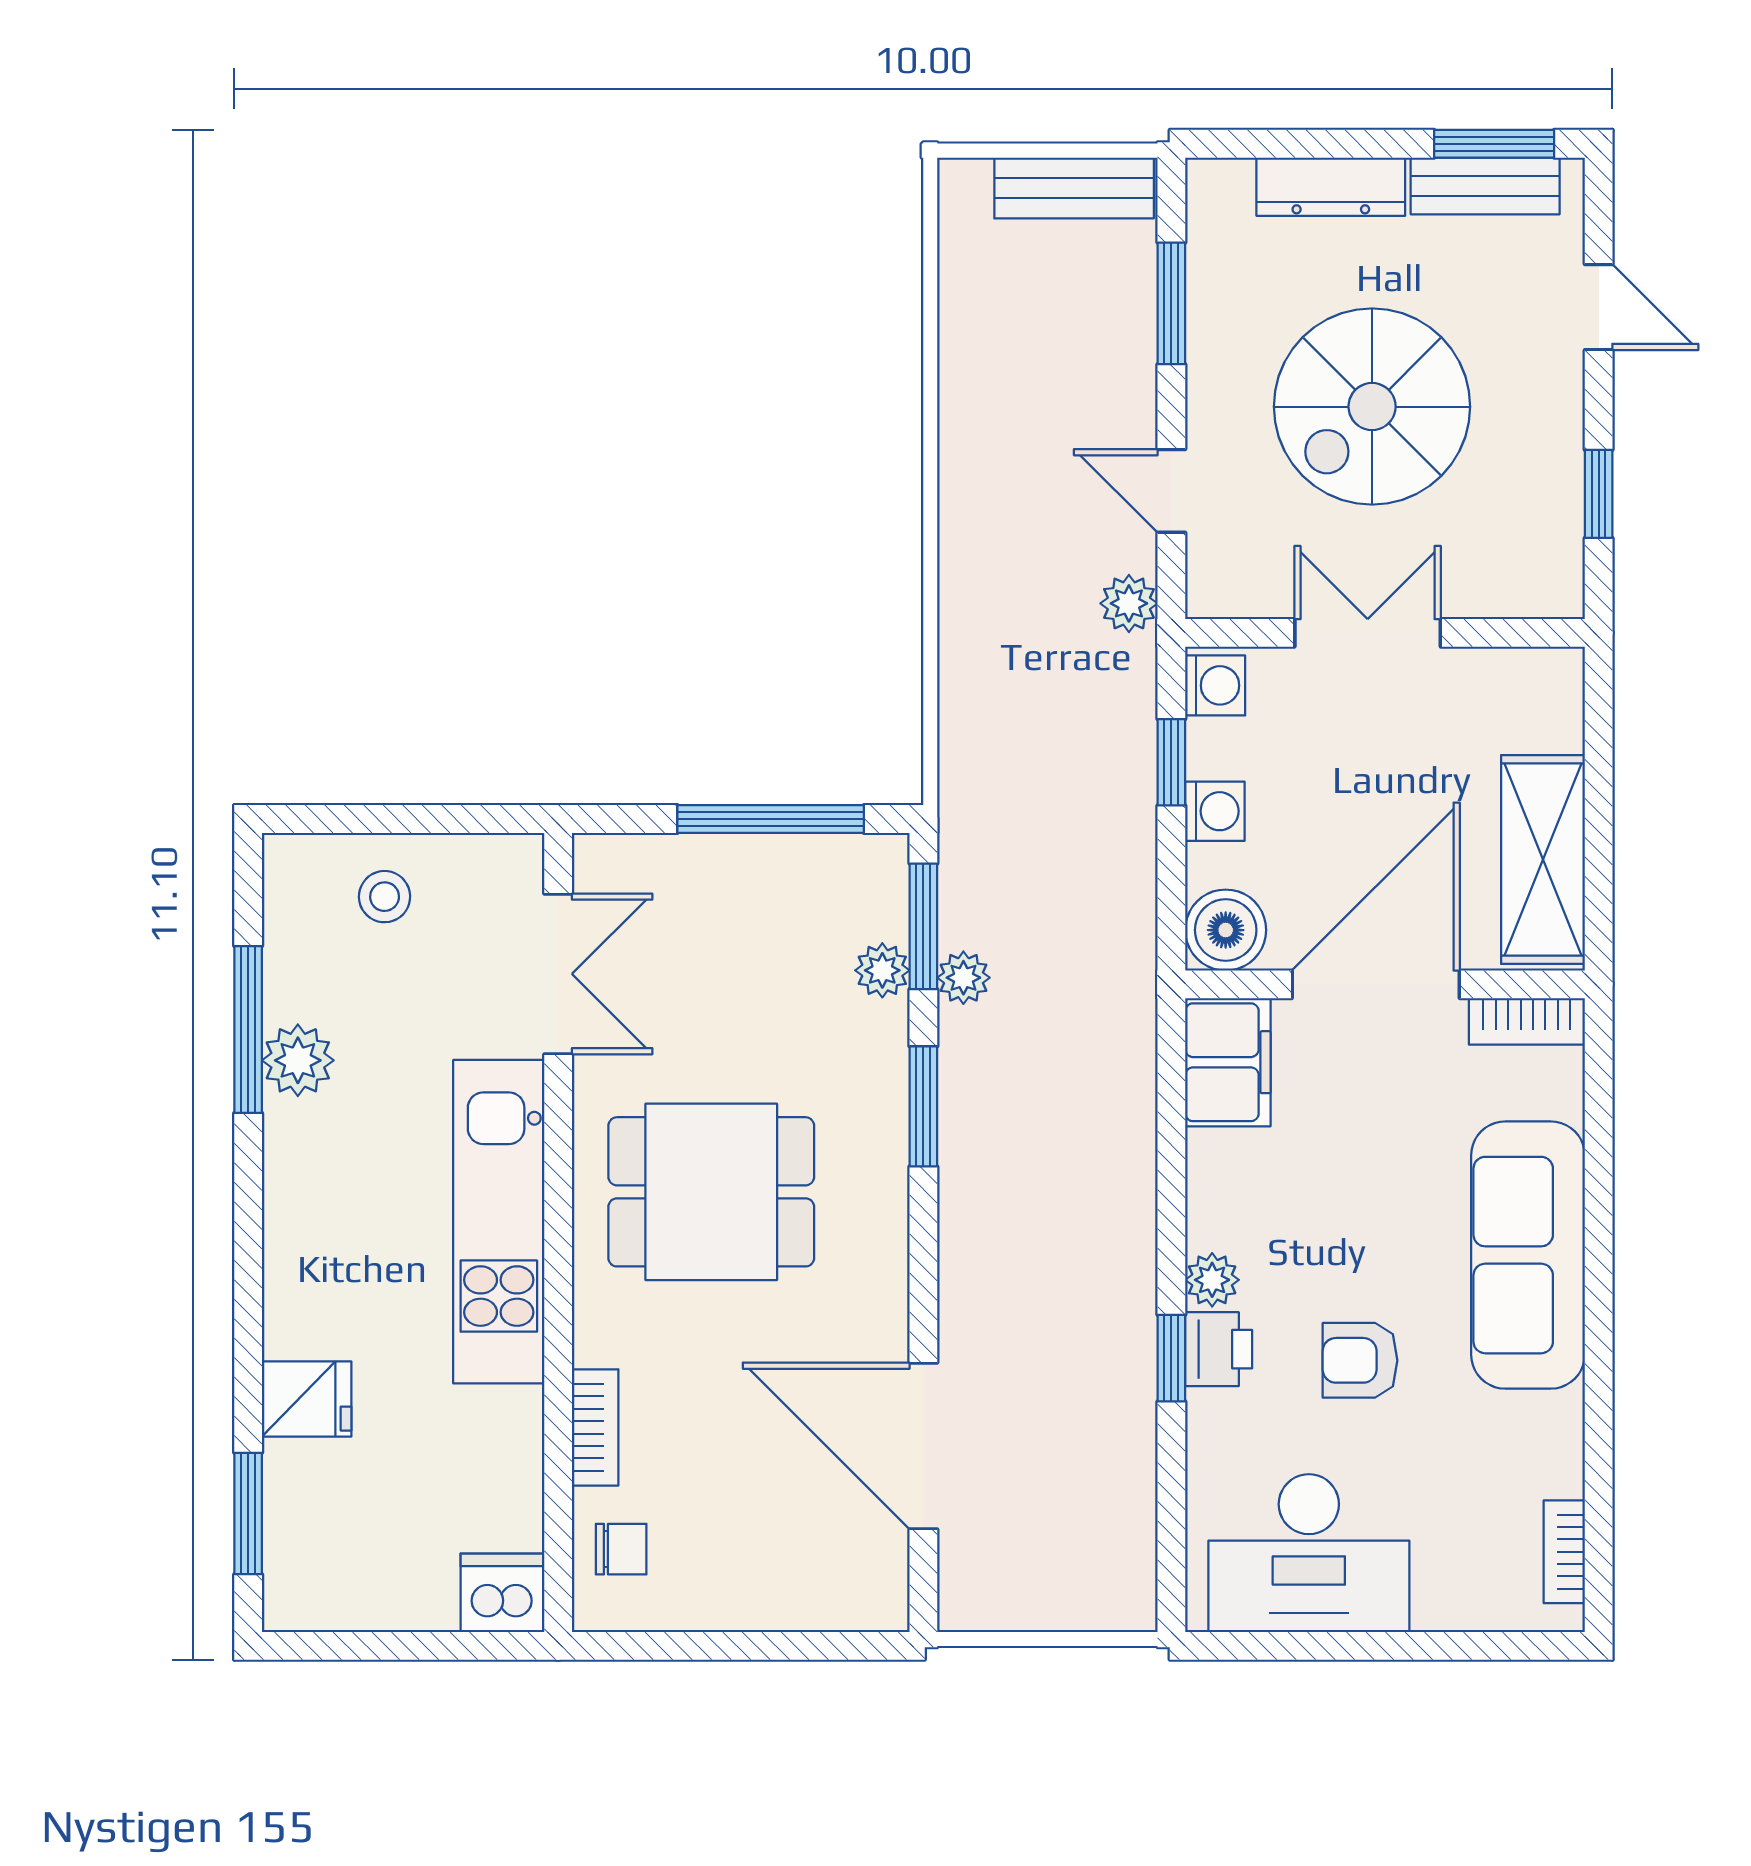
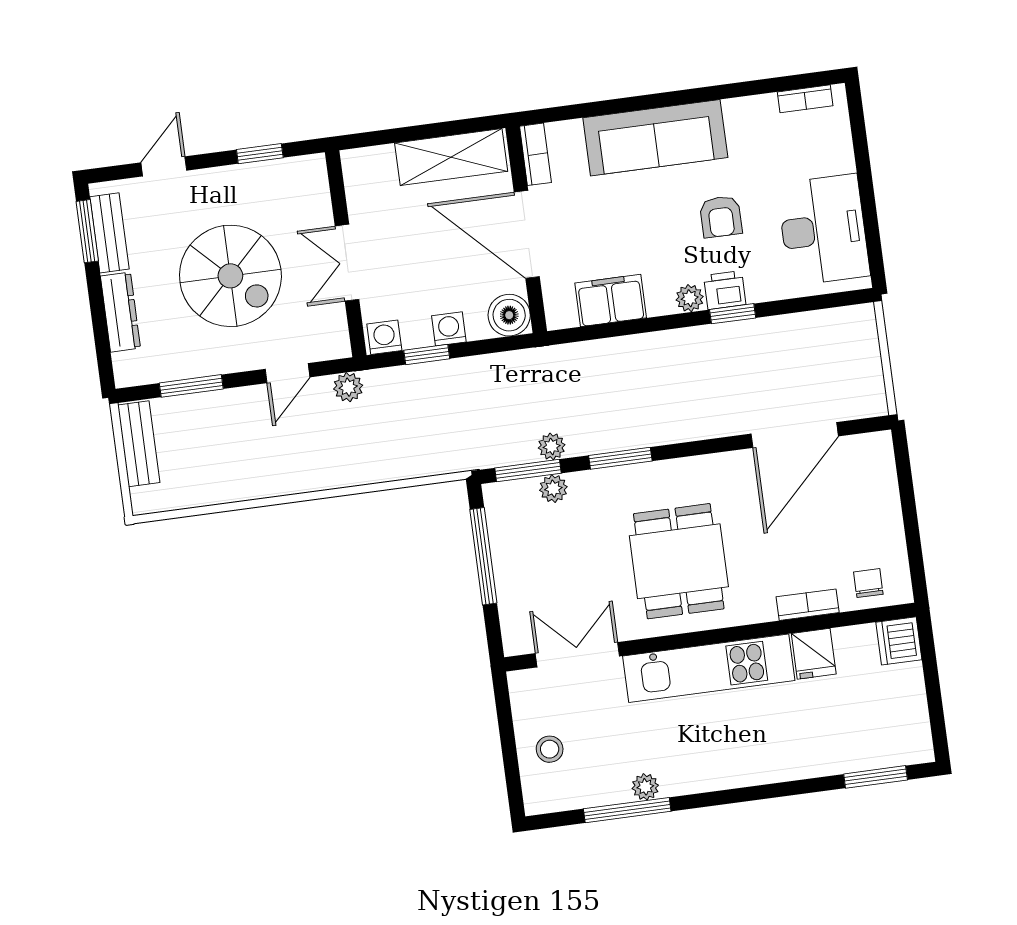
plant: (298, 1060) -> (645, 787), width x0.73, depth x0.73
filing cabinet: (1228, 1062) -> (611, 300), moved
fridge: (307, 1399) -> (814, 654), moved, turned 180

